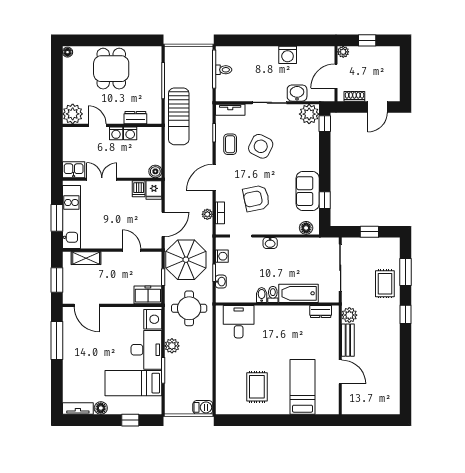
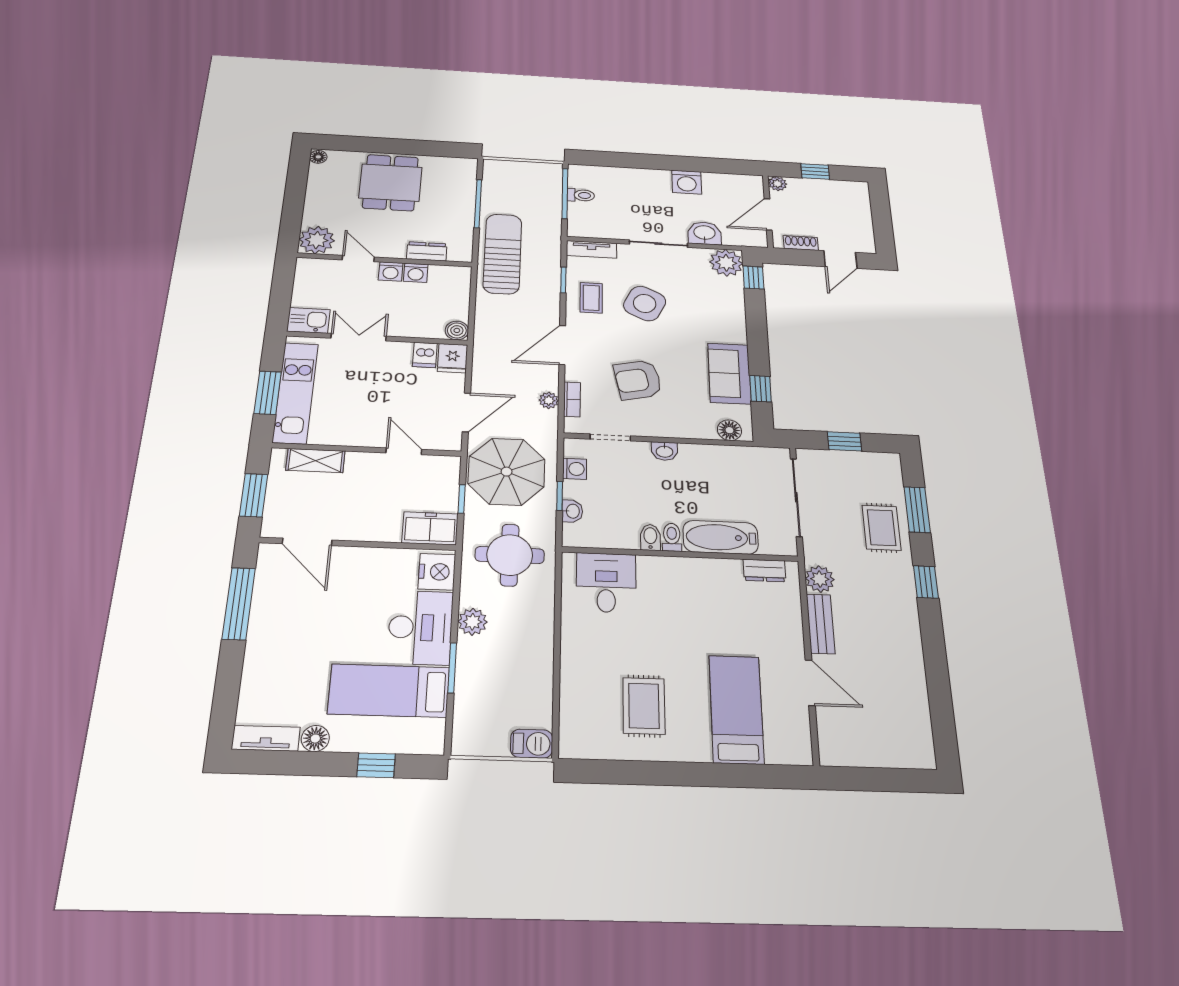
sun lounger: (179, 116) -> (502, 254), turned 180

